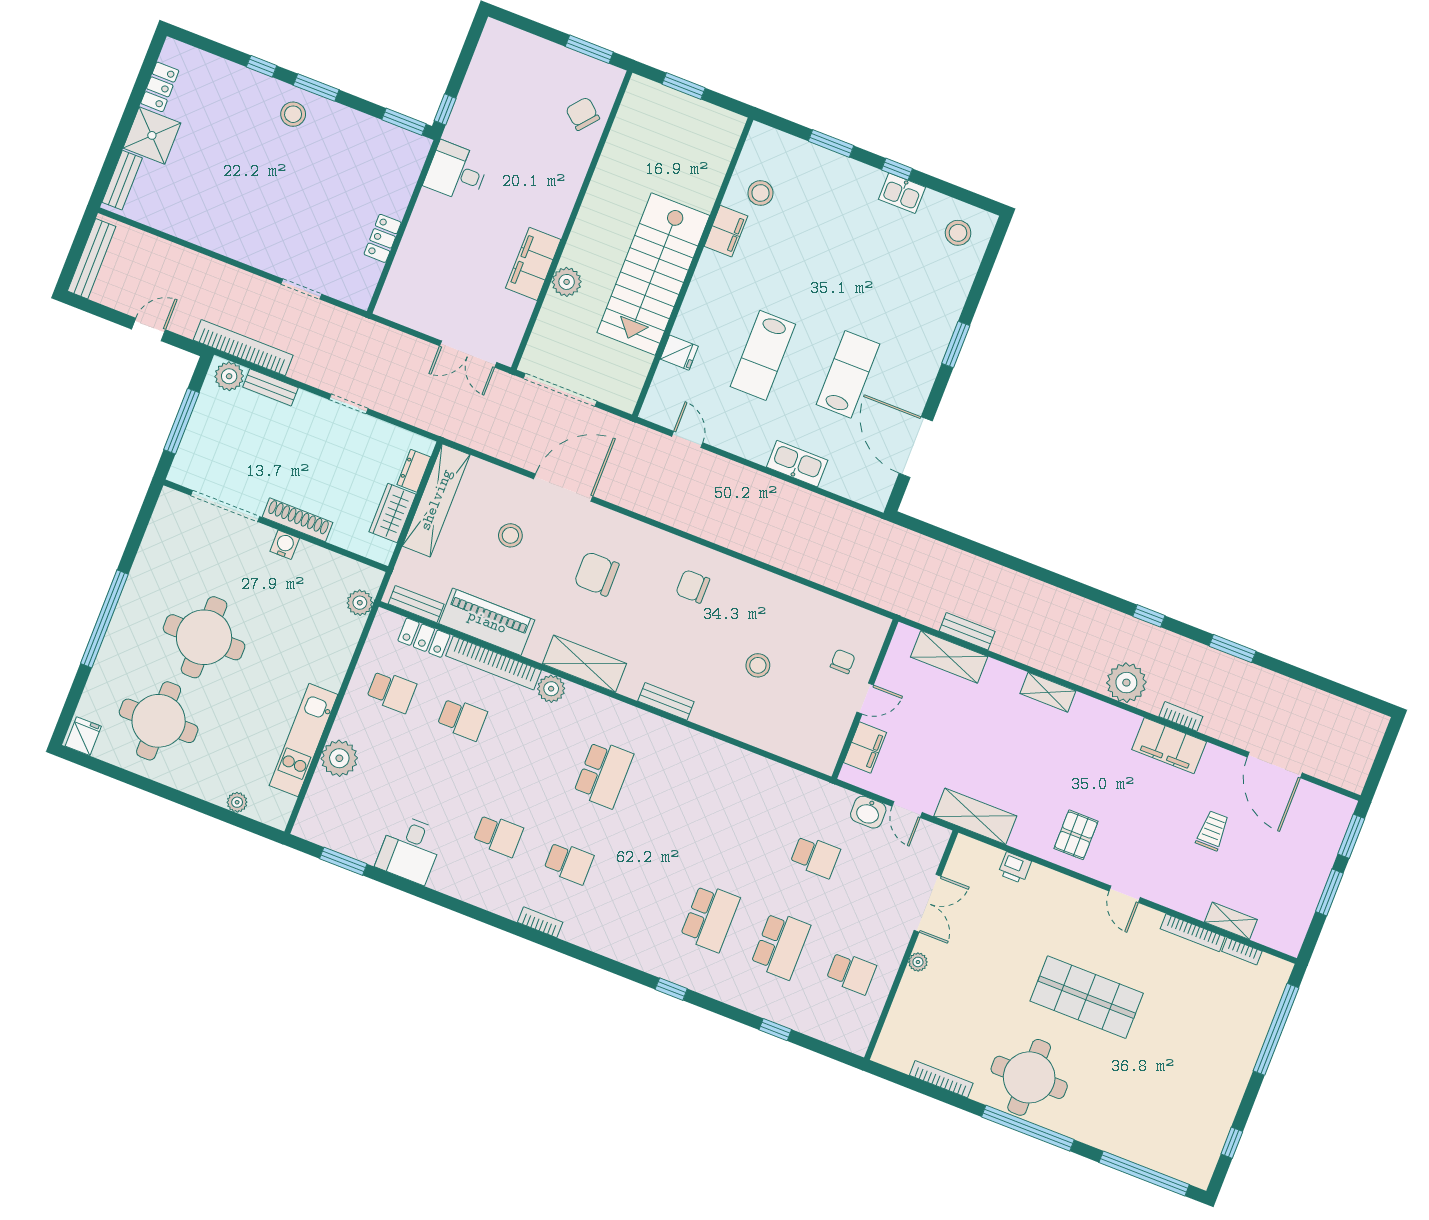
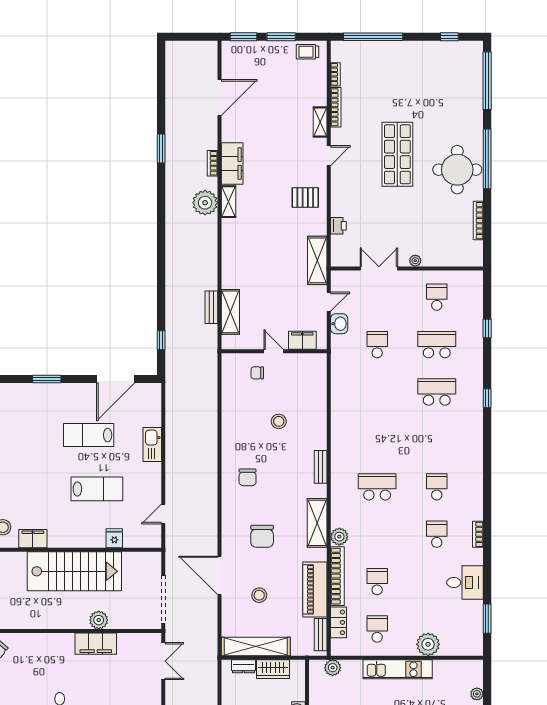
window: (1149, 616) -> (161, 340), moved
shelving: (1048, 692) -> (228, 202), moved
kitchen unit: (304, 740) -> (398, 669), moved
trolley: (1212, 831) -> (307, 52), moved
shelving: (1231, 921) -> (320, 122), moved
bookcase: (540, 922) -> (478, 534), moved

